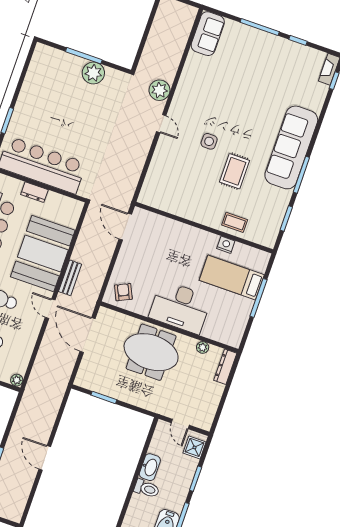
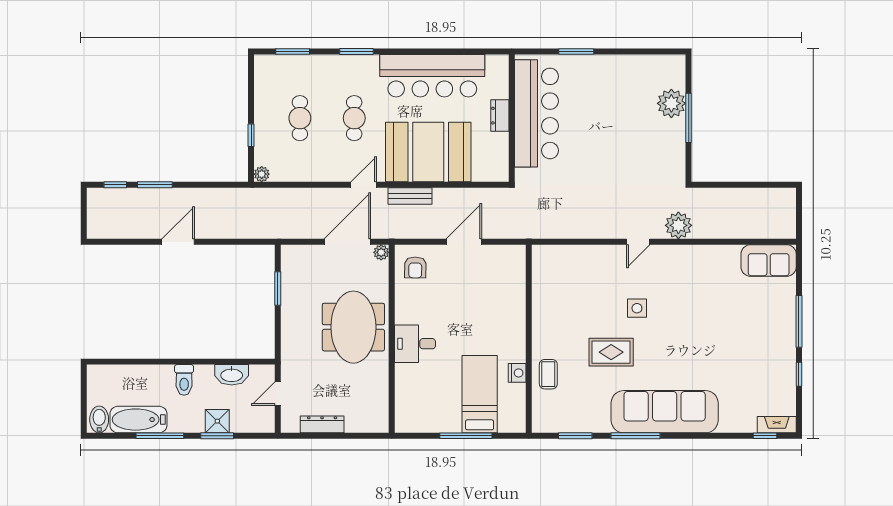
plant: (93, 73) -> (671, 103), moved
door: (125, 227) -> (464, 242), moved
armchair: (123, 292) -> (415, 267), turned 116
desk: (180, 307) -> (415, 344), width x0.53, depth x0.77
plant: (203, 347) -> (381, 252), moved
dresser: (225, 367) -> (322, 424), moved
shower: (195, 447) -> (217, 421), moved
washbasin: (150, 467) -> (232, 375), moved

